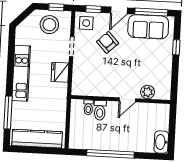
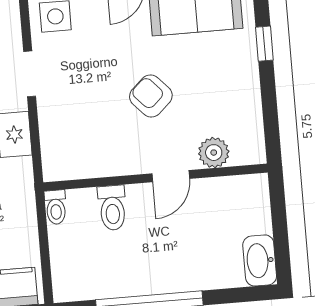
armchair: (108, 42) -> (151, 96), moved
toilet: (88, 107) -> (56, 207), moved

